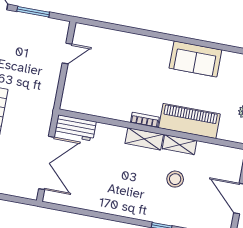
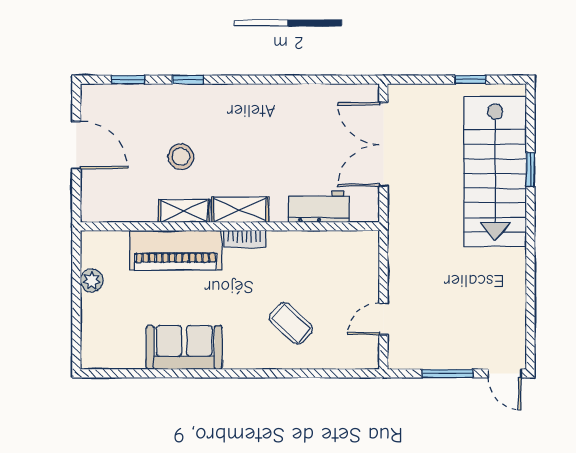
coffee table: (126, 62) -> (291, 323), added
workbench: (75, 128) -> (319, 207), moved

